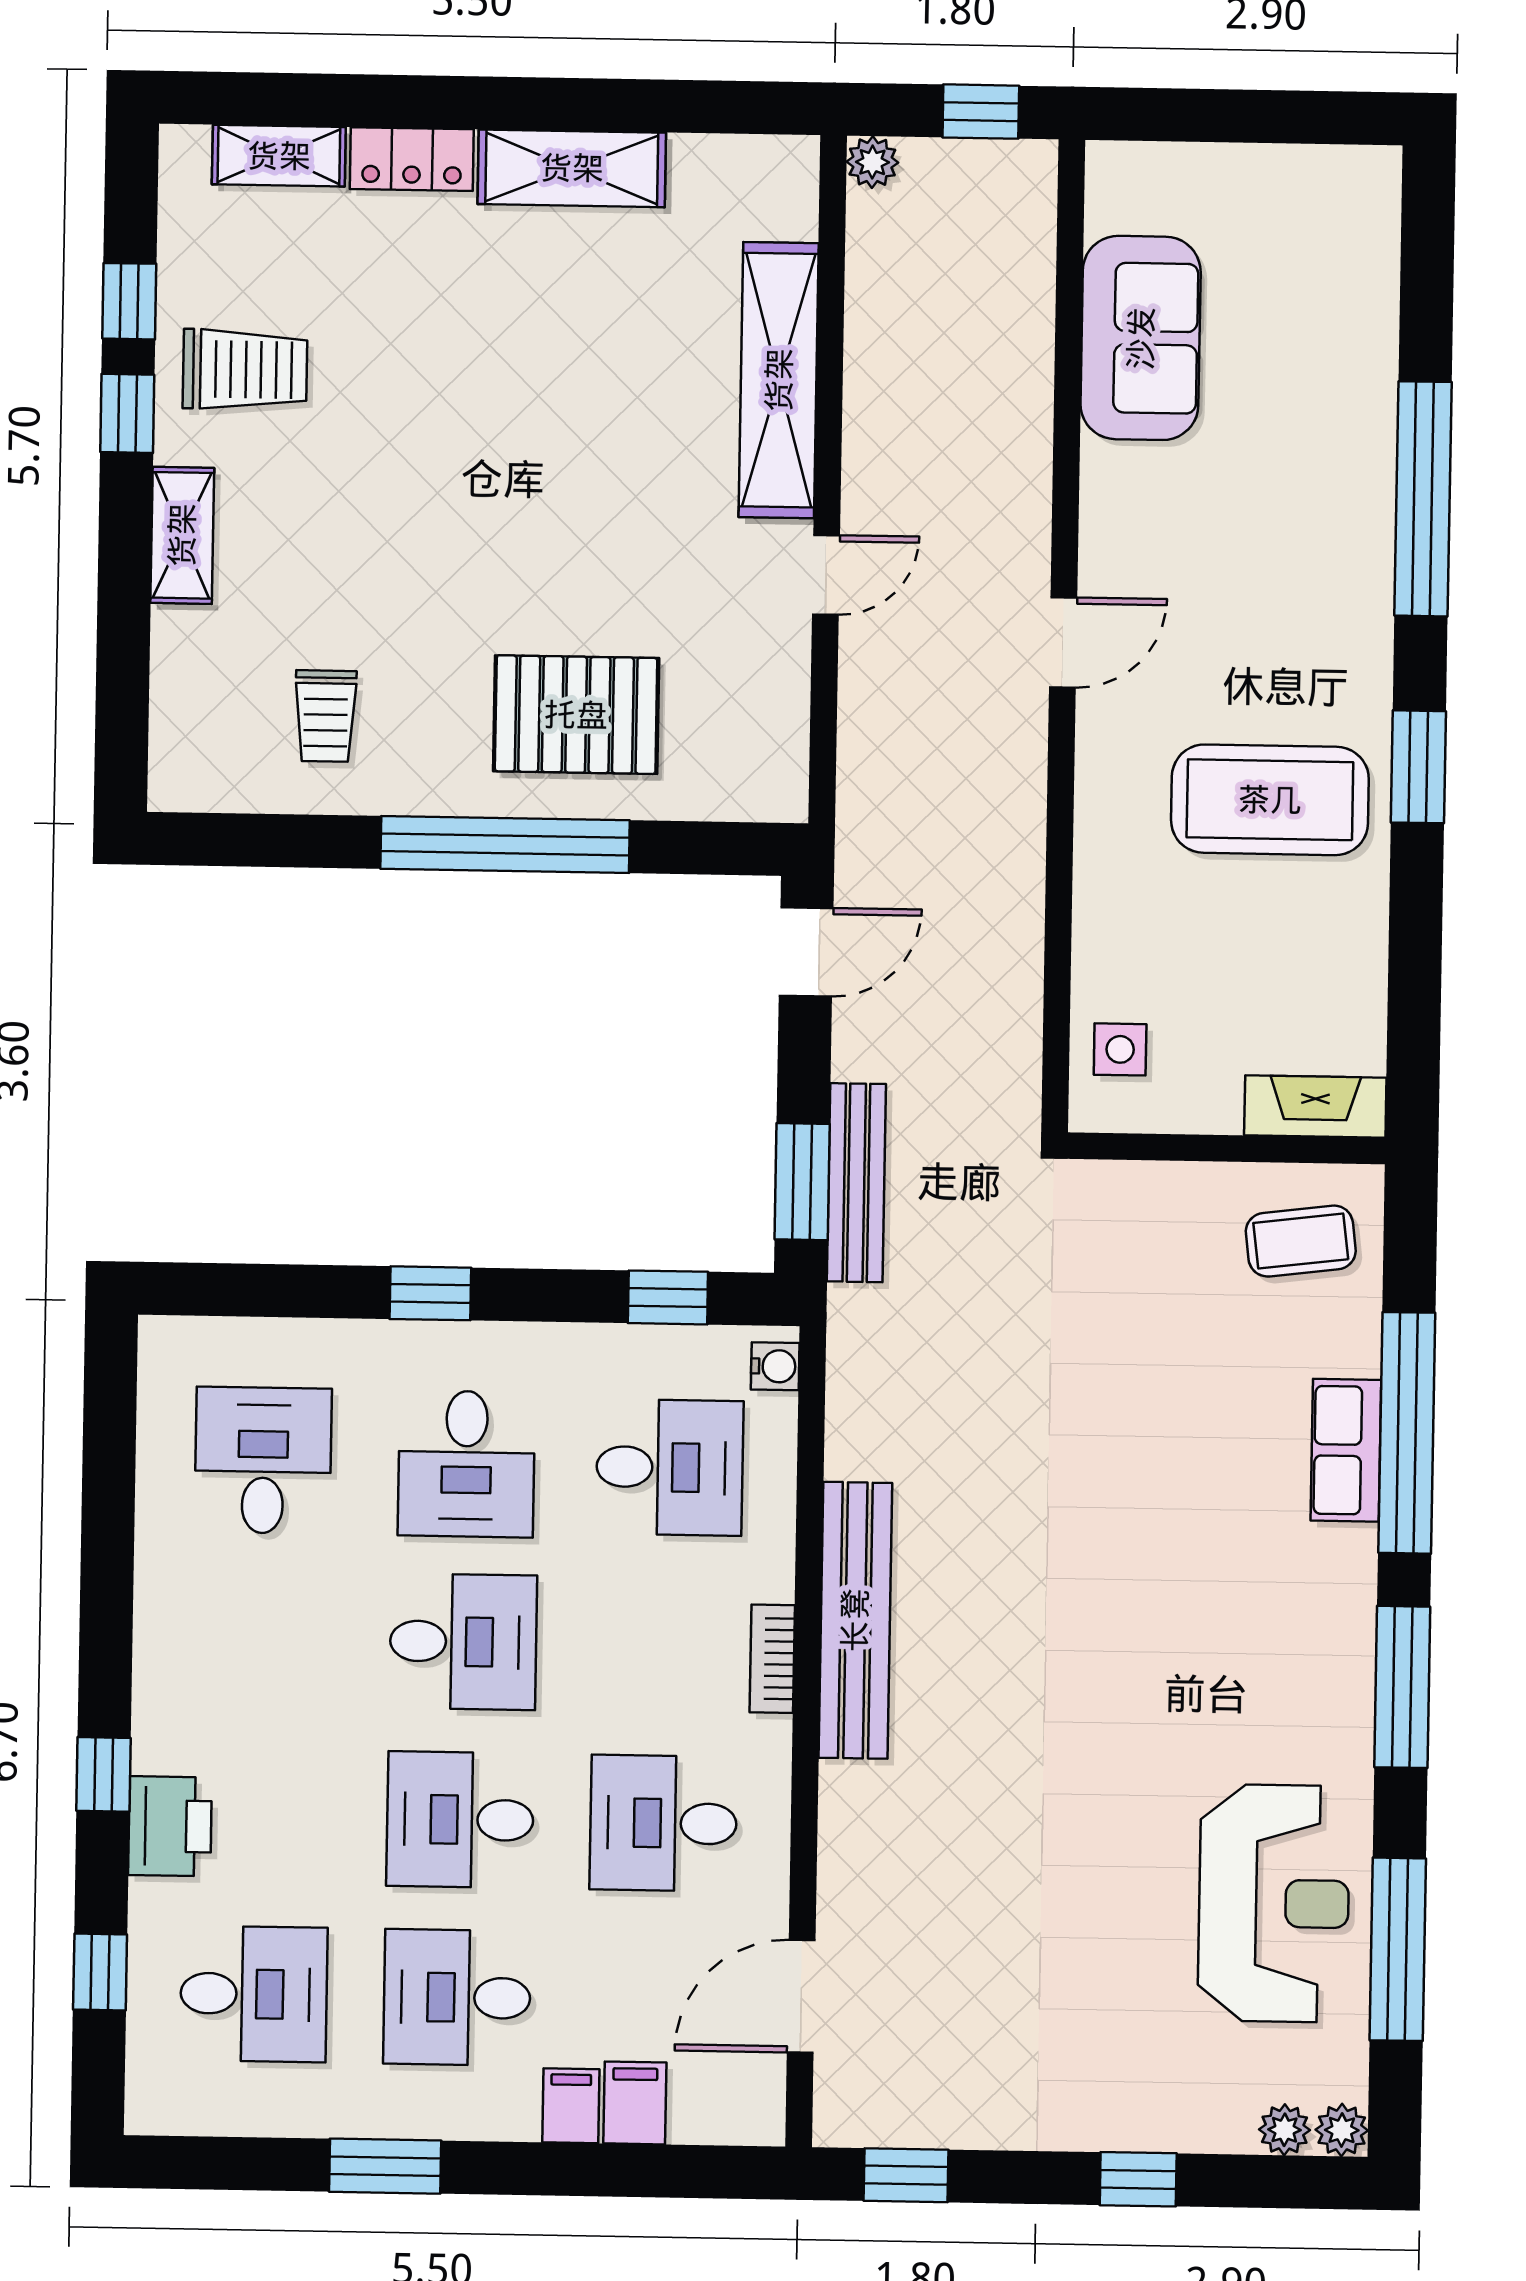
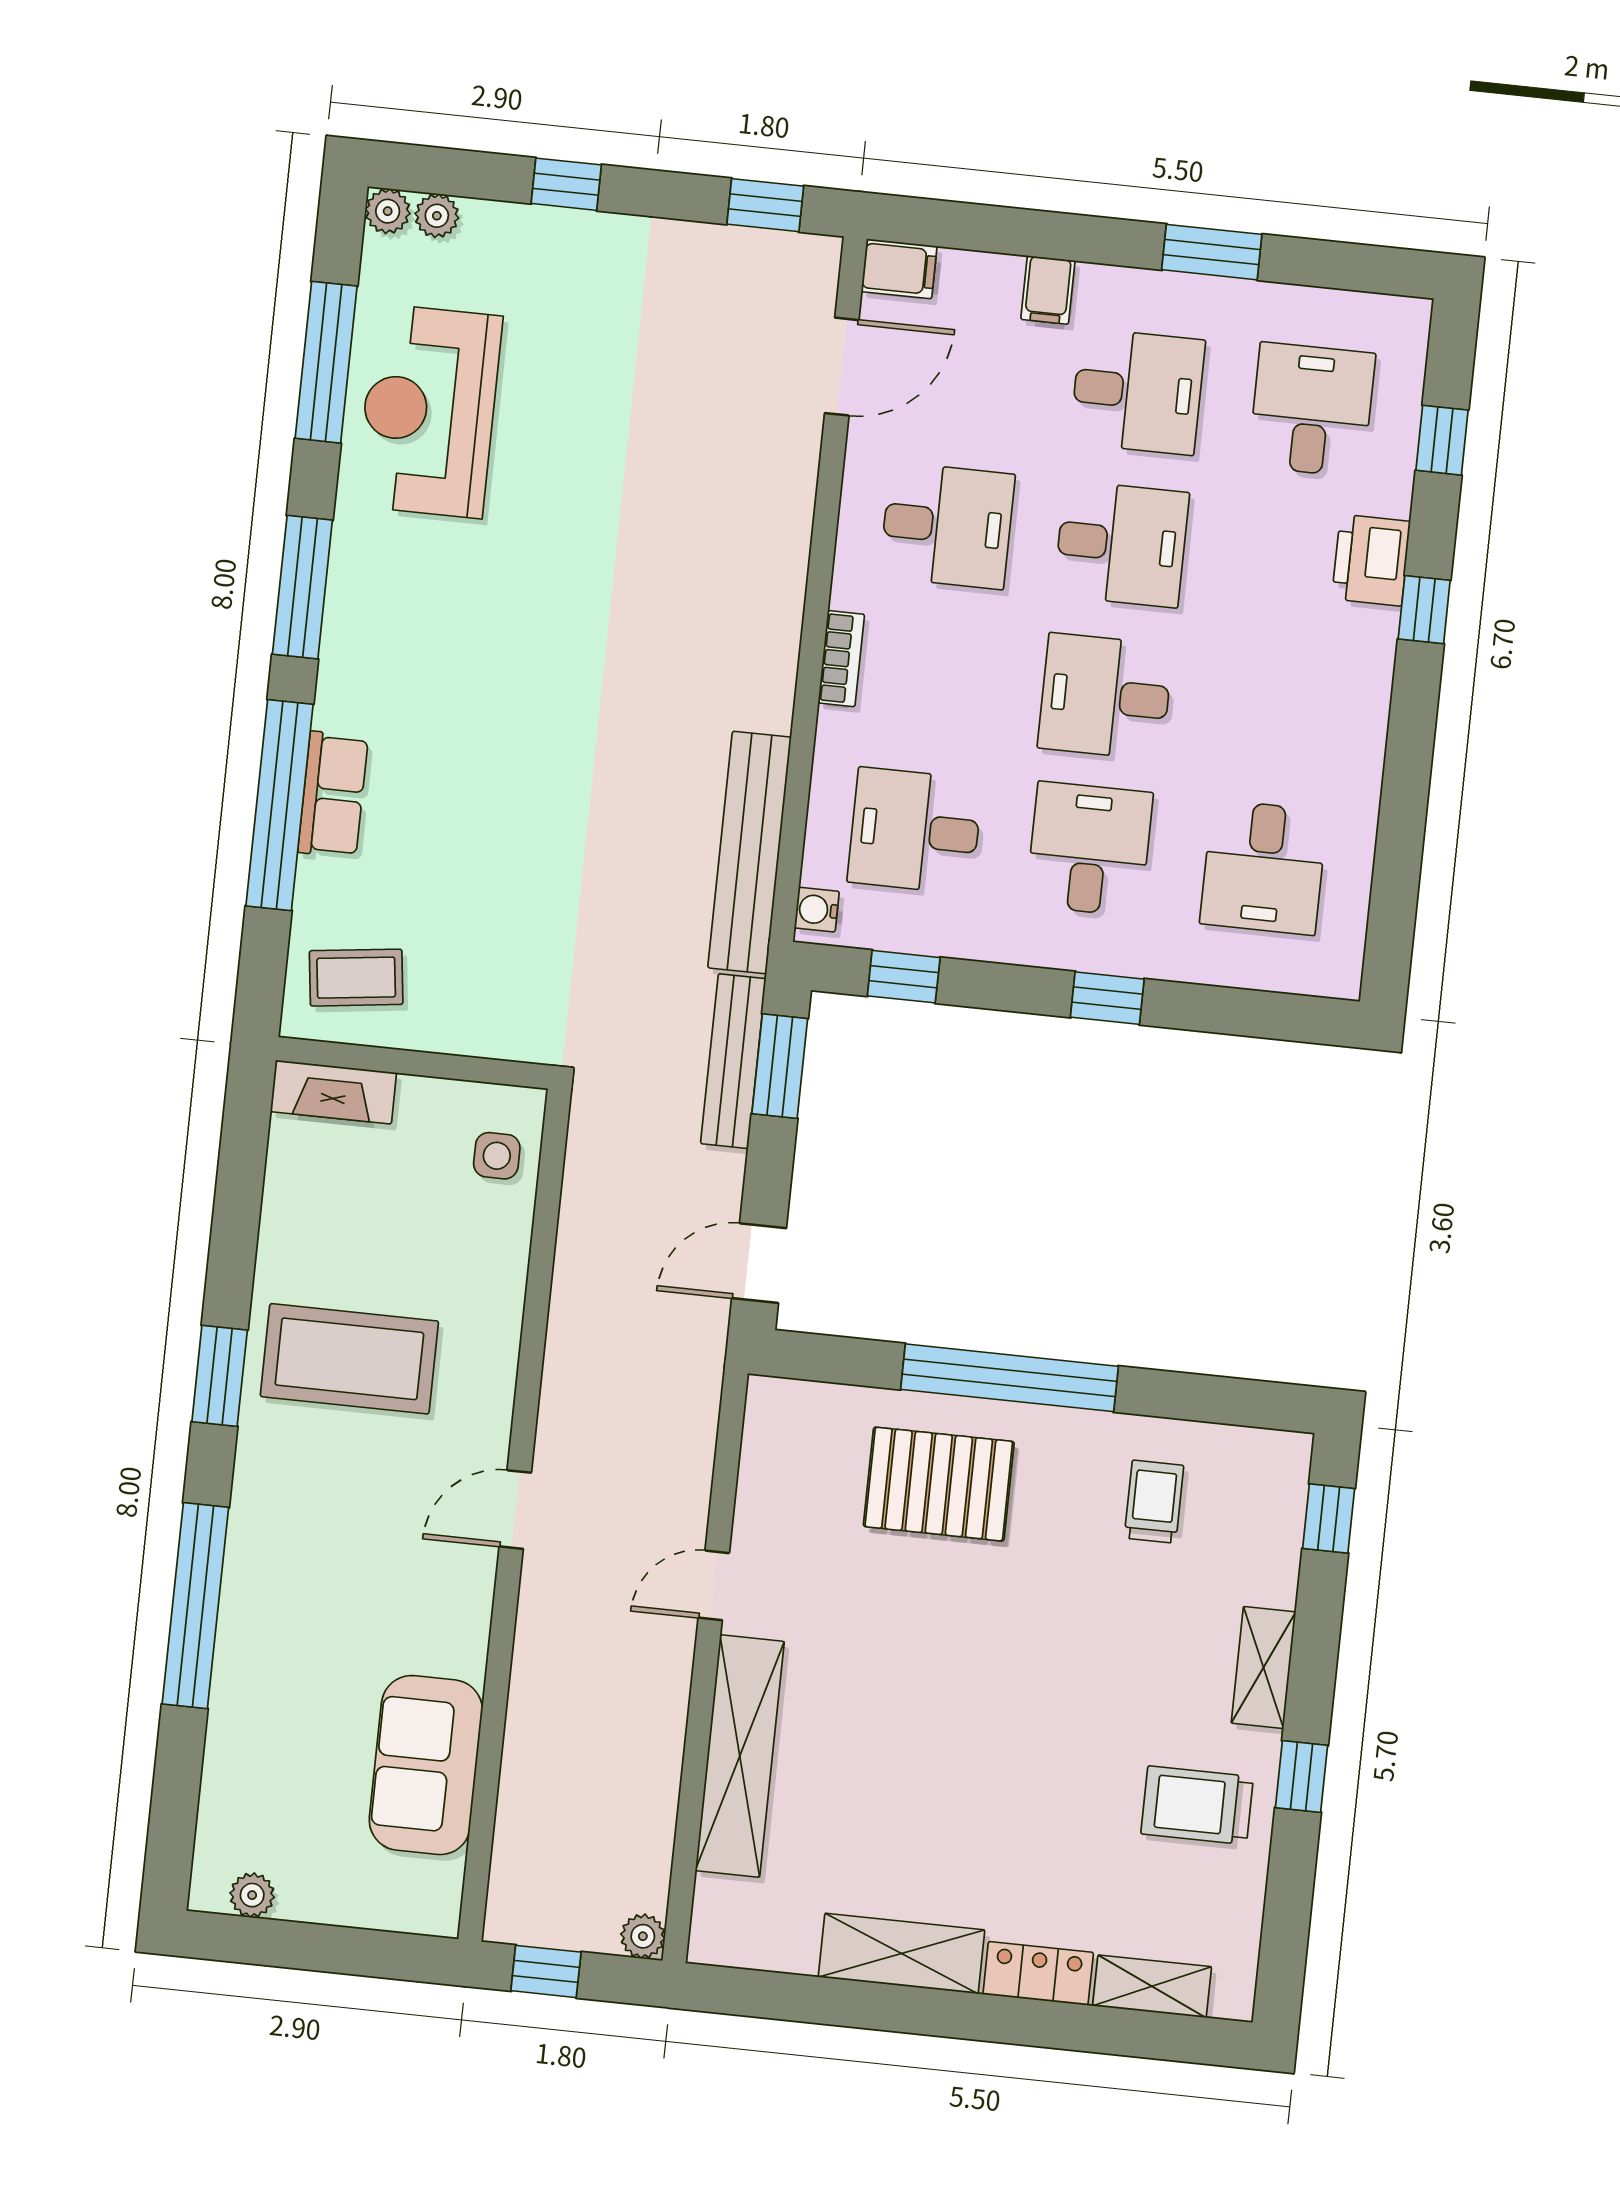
plant: (1328, 170) -> (252, 1895), added
window: (129, 301) -> (1329, 1519), moved
bench: (855, 1620) -> (749, 853), moved
desk: (254, 1994) -> (1312, 410), turned 90
filing cabinet: (635, 2103) -> (899, 269), moved, turned -90

